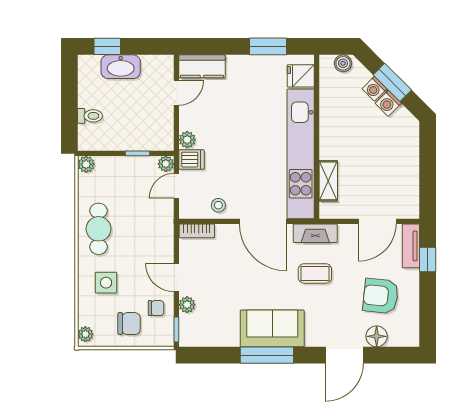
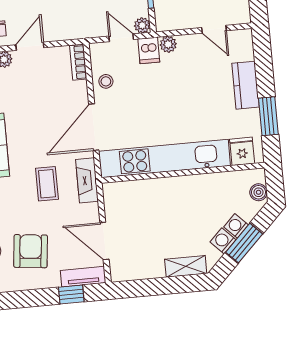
kitchen counter: (202, 66) -> (246, 85), moved
shelving: (328, 181) -> (186, 266), moved

